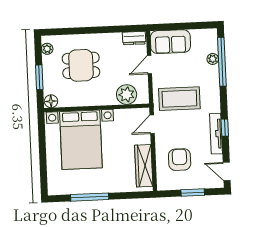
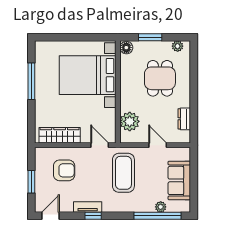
dresser: (134, 38) -> (184, 119), moved
sofa: (170, 42) -> (179, 180), moved
tv unit: (216, 134) -> (88, 207), width x0.71

